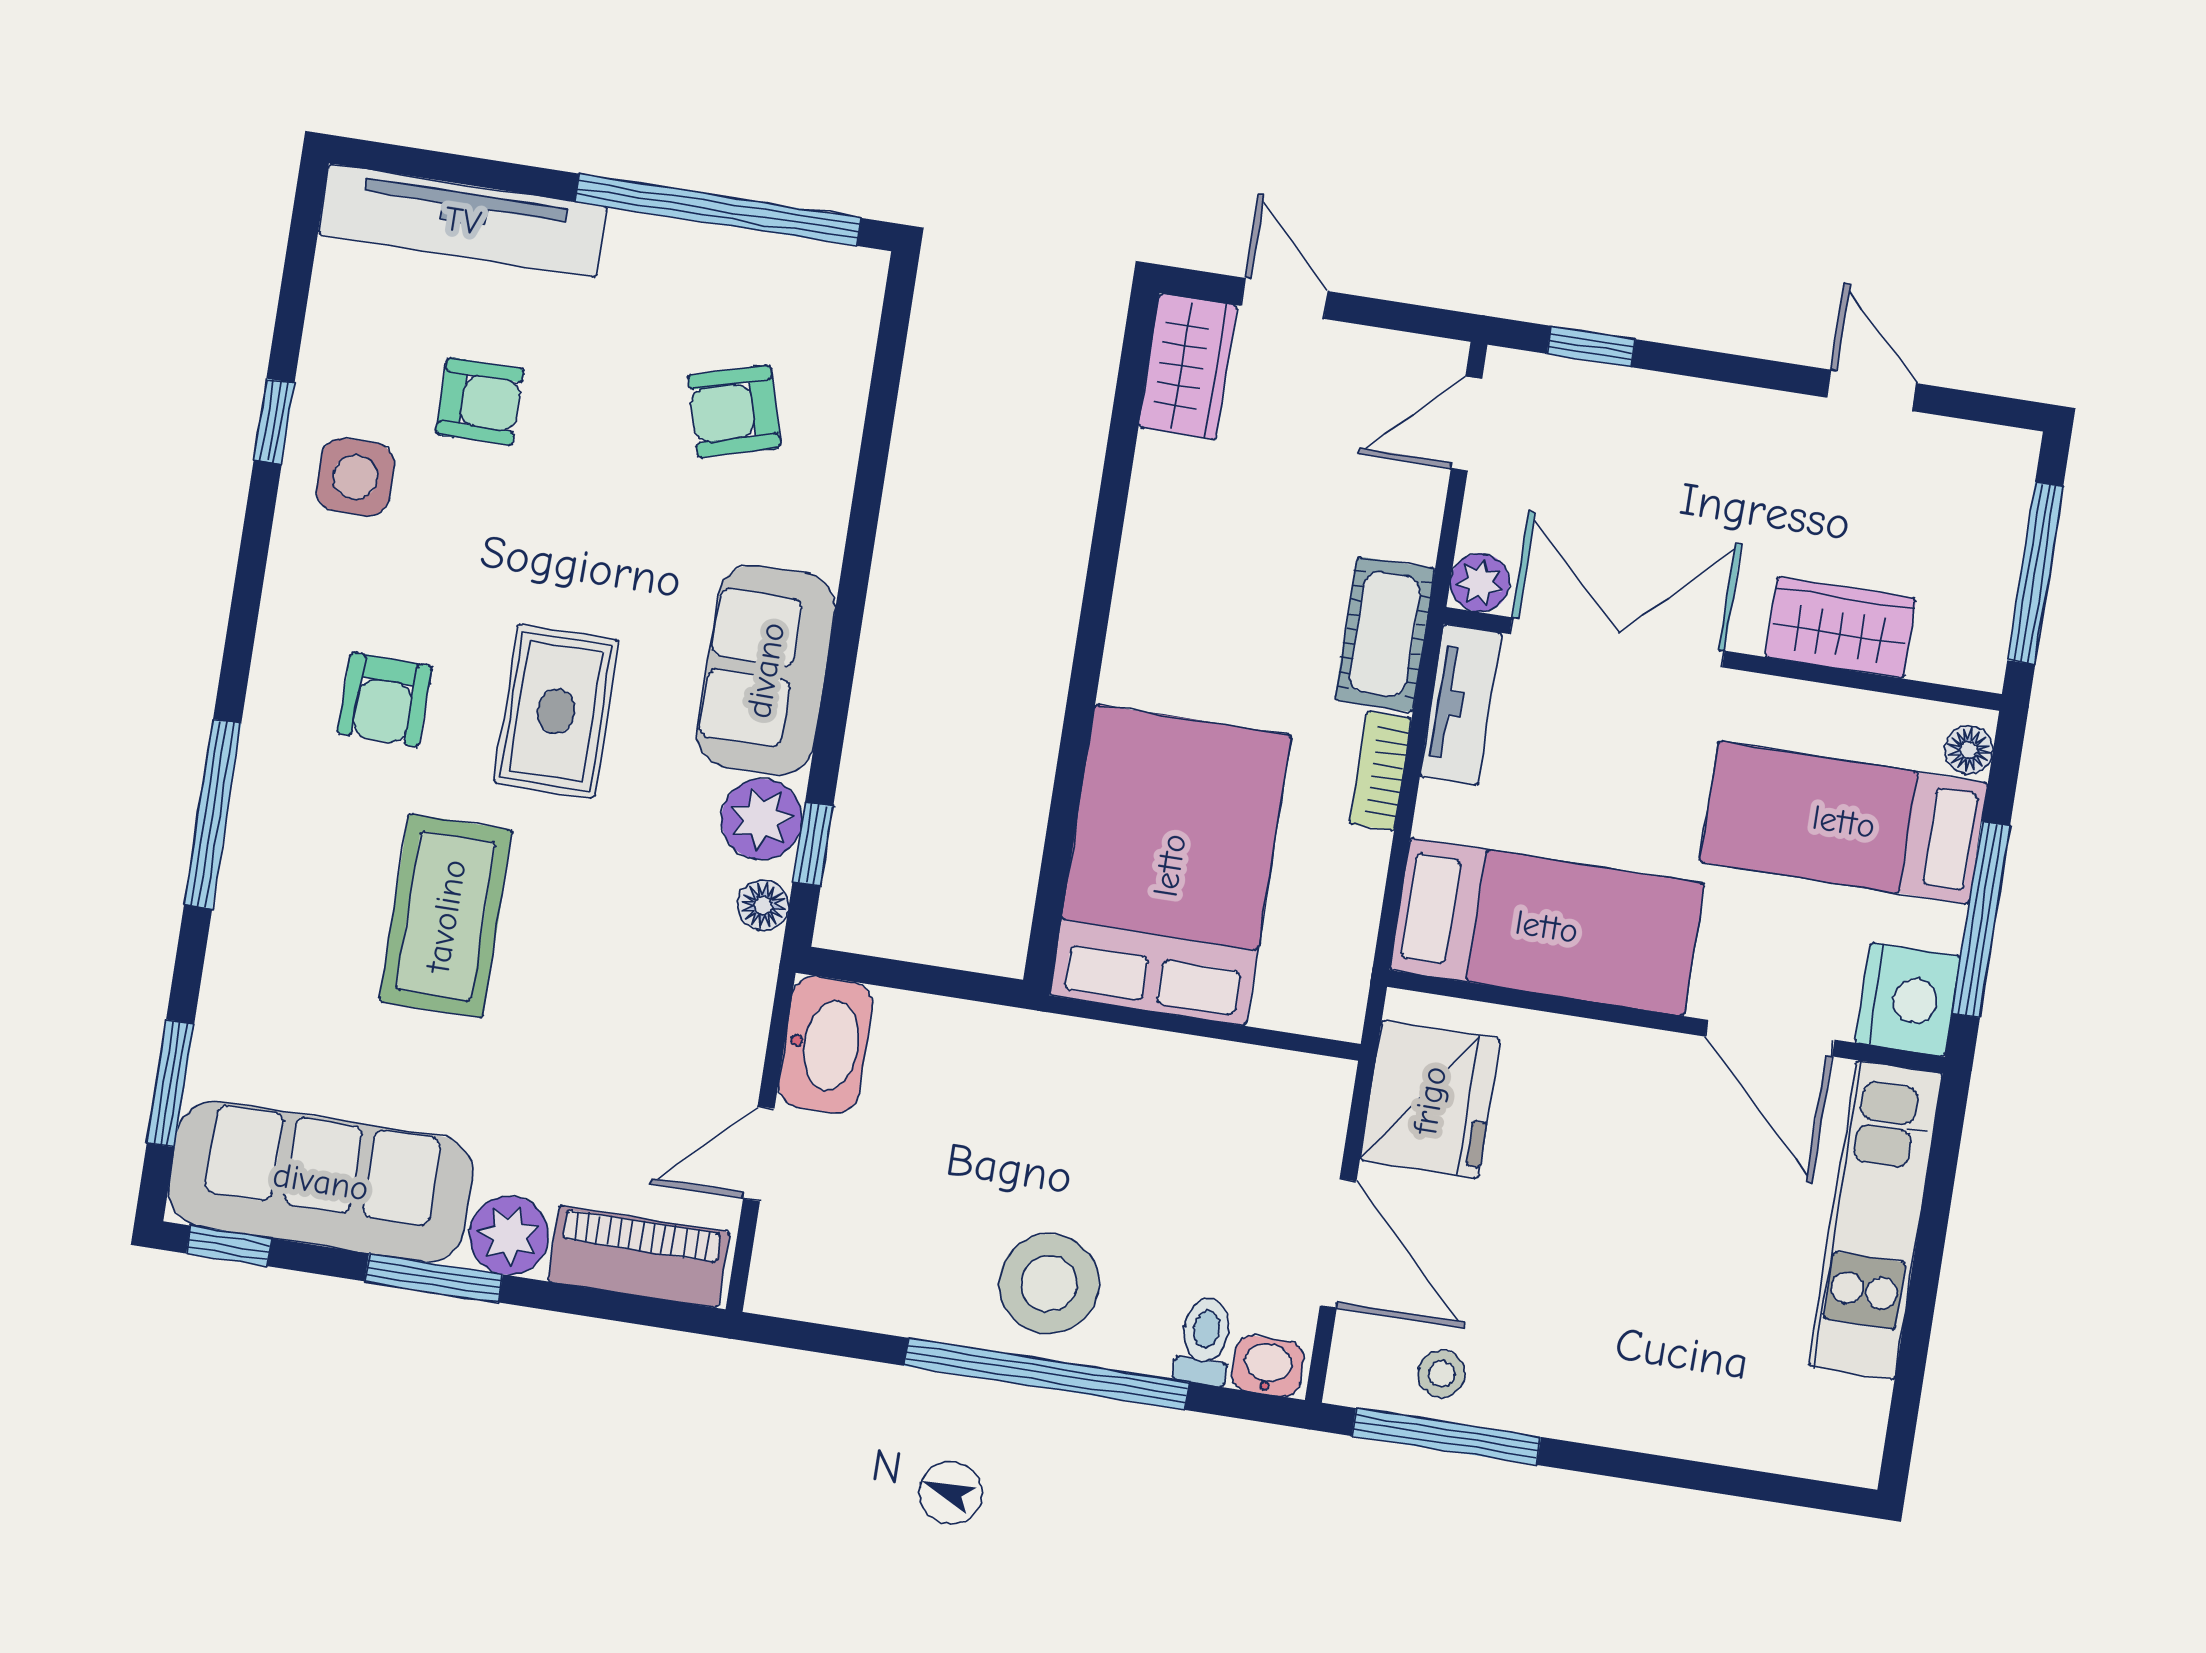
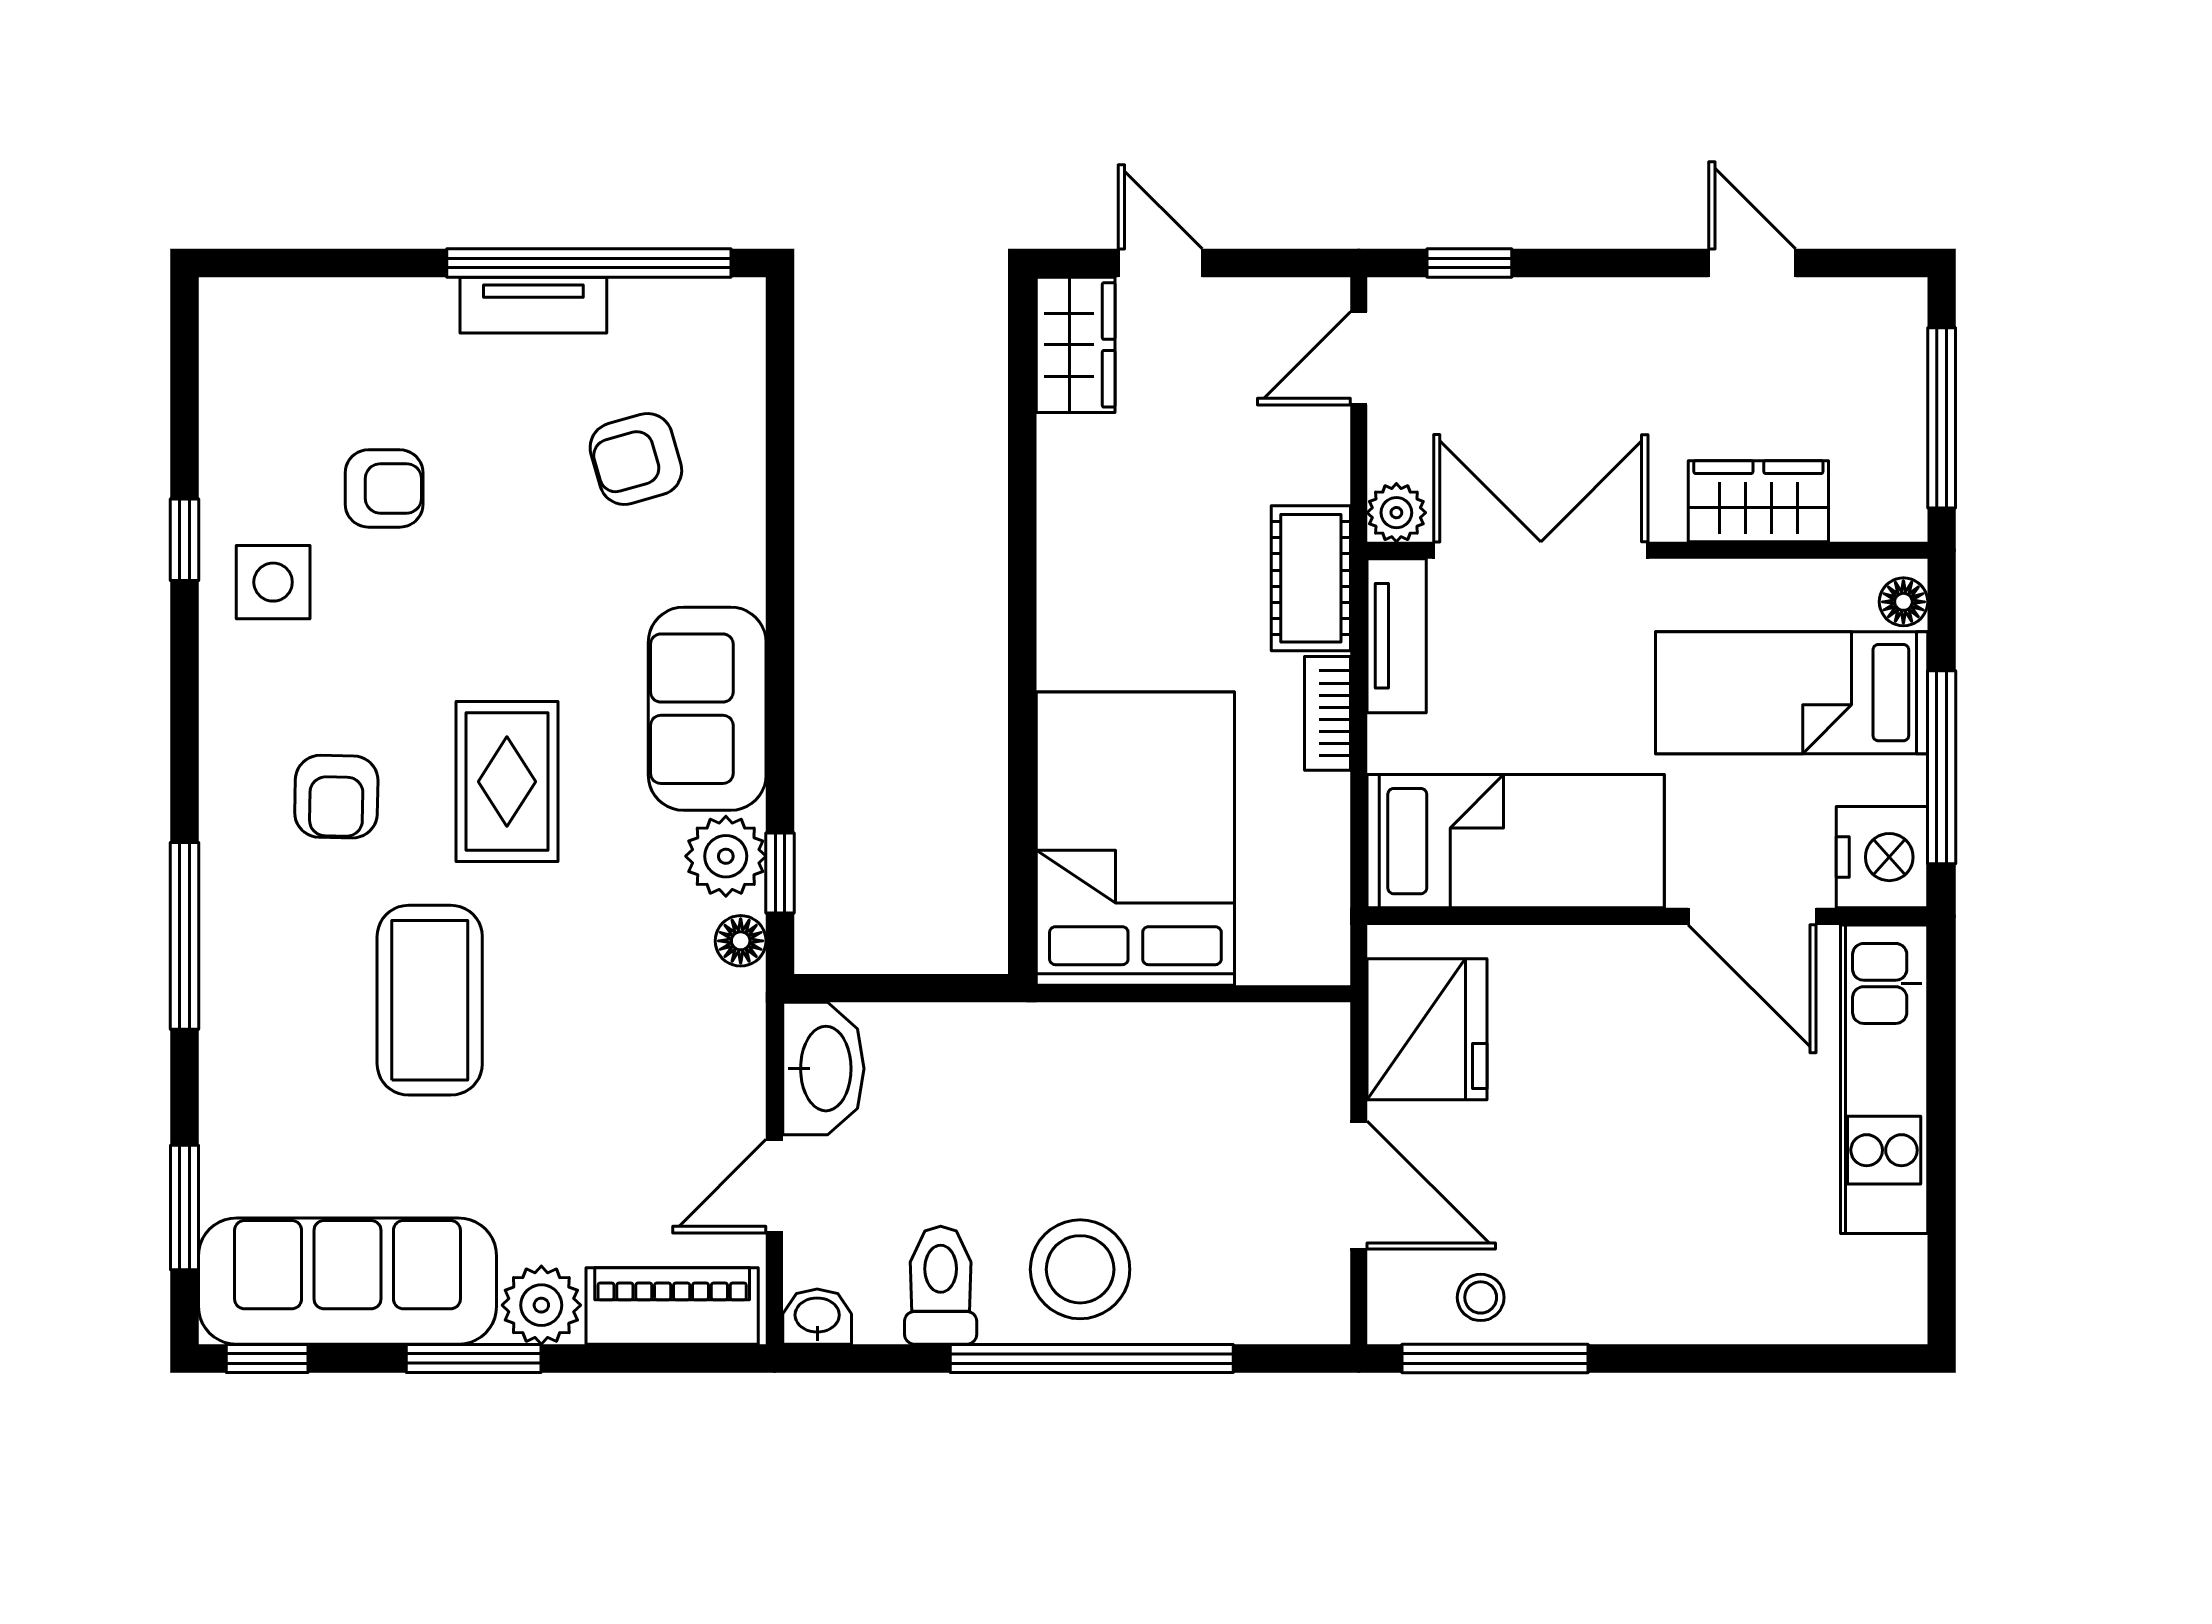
tv unit: (463, 221) -> (533, 305), moved, width x0.52, depth x0.78
toilet: (1205, 1341) -> (941, 1285), moved, width x1.37, depth x1.39
washbasin: (1268, 1366) -> (817, 1317), moved

